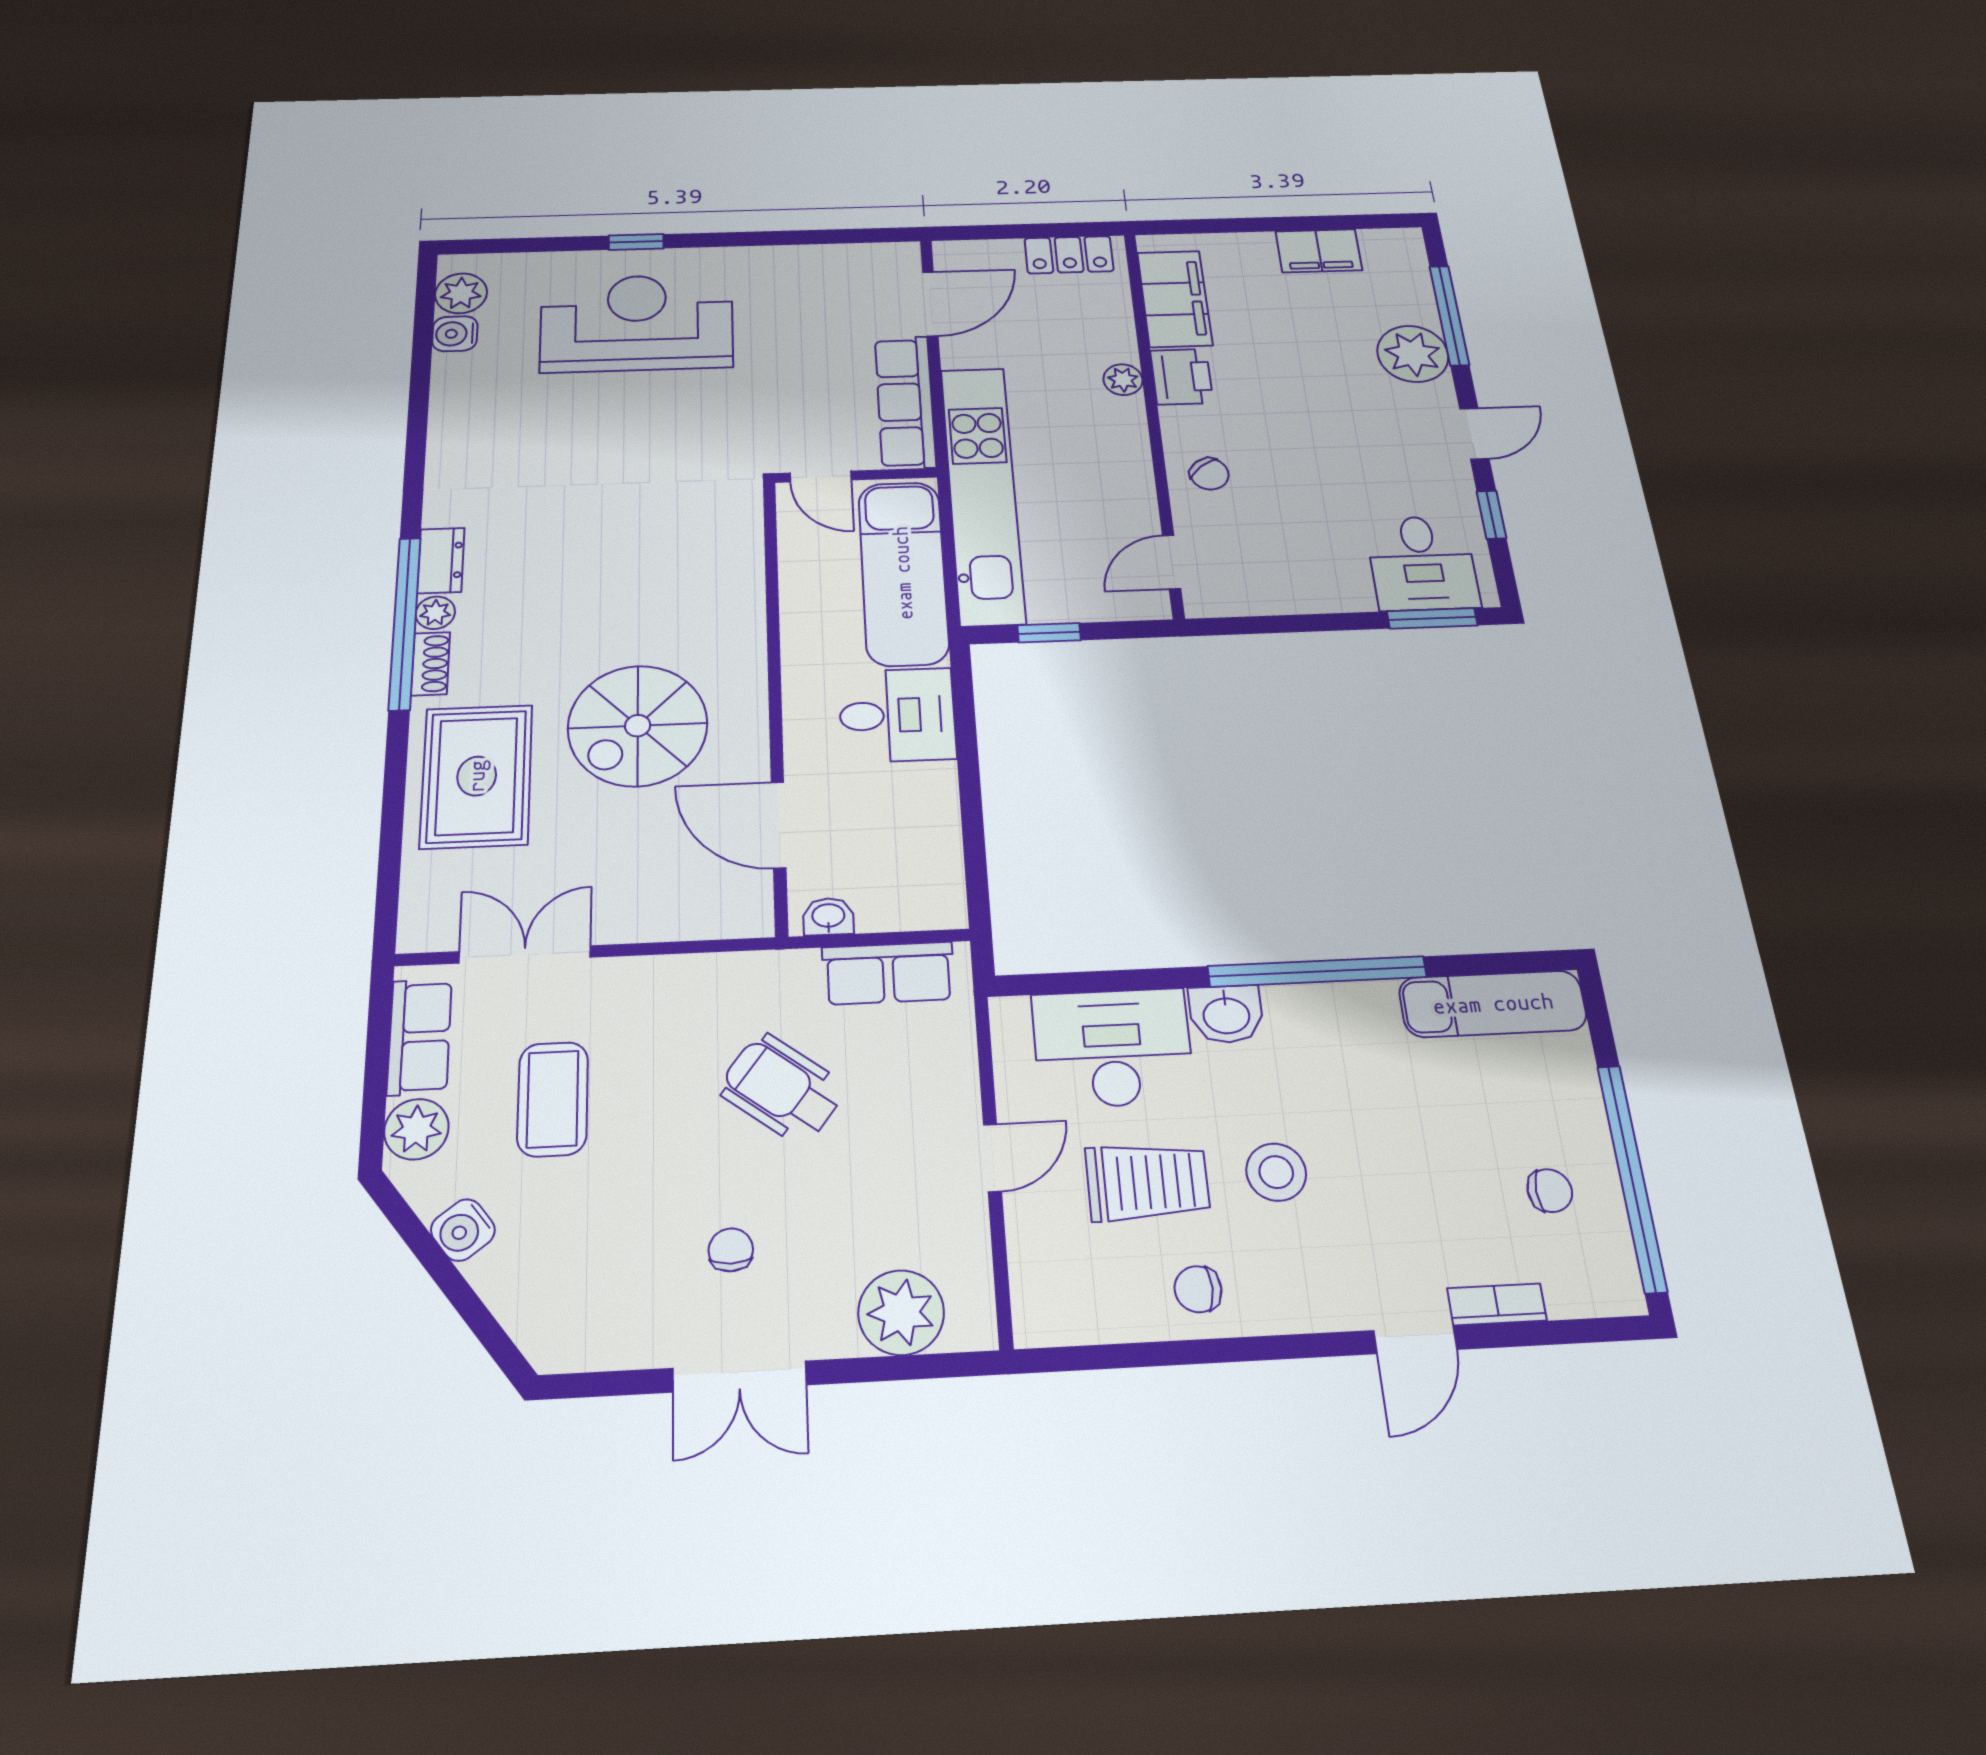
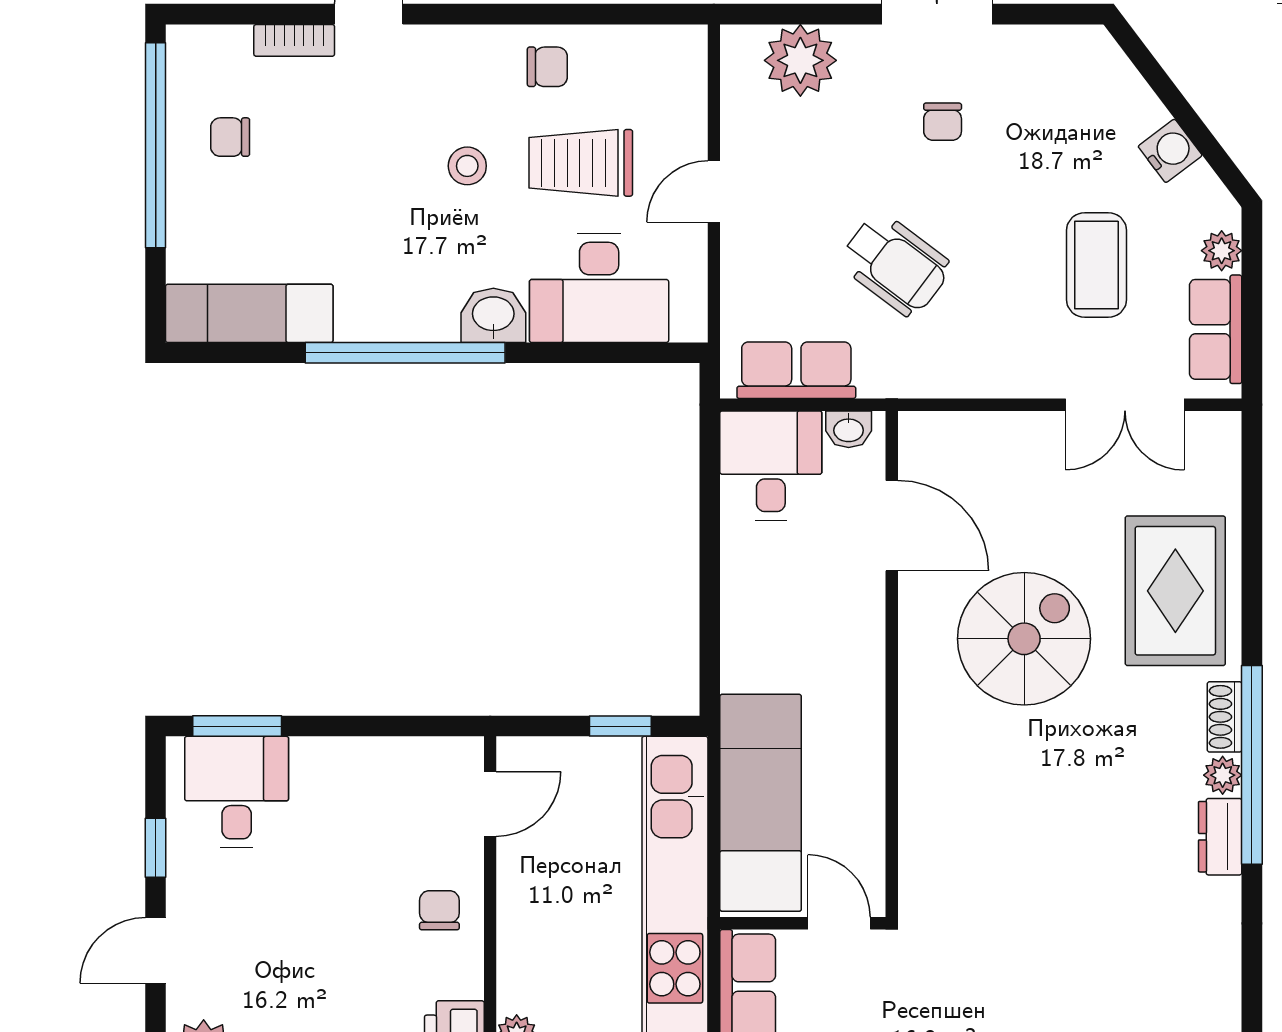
chair: (1209, 474) -> (439, 910), turned 38
desk: (897, 715) -> (771, 466), moved, turned 90
plant: (416, 1129) -> (1222, 251), width x0.73, depth x0.73
stool: (1276, 1172) -> (467, 166), width x0.73, depth x0.73

